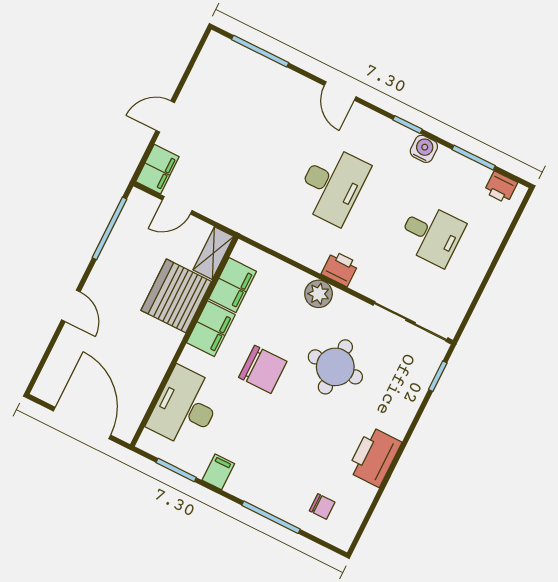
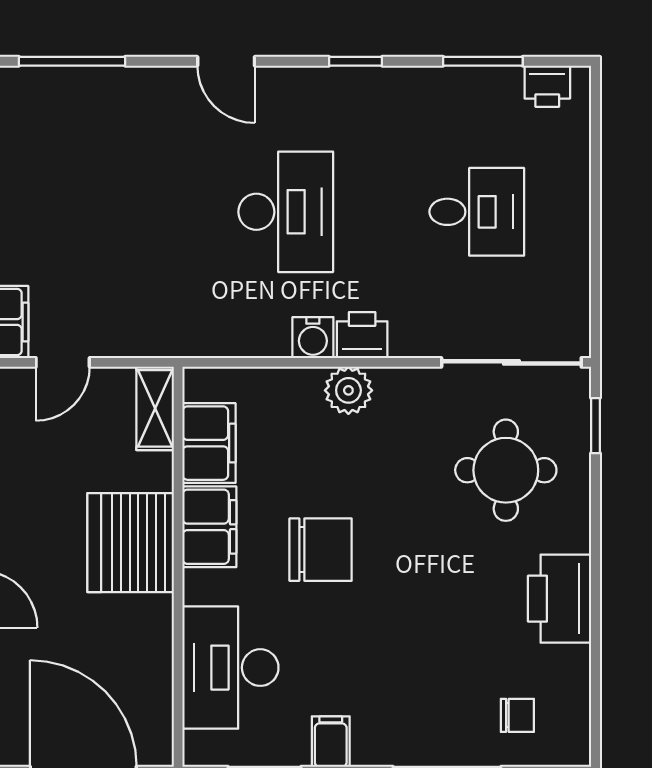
water cooler: (424, 149) -> (313, 338), moved, turned 180
server rack: (176, 296) -> (131, 543), moved
round table: (335, 367) -> (506, 470), moved

